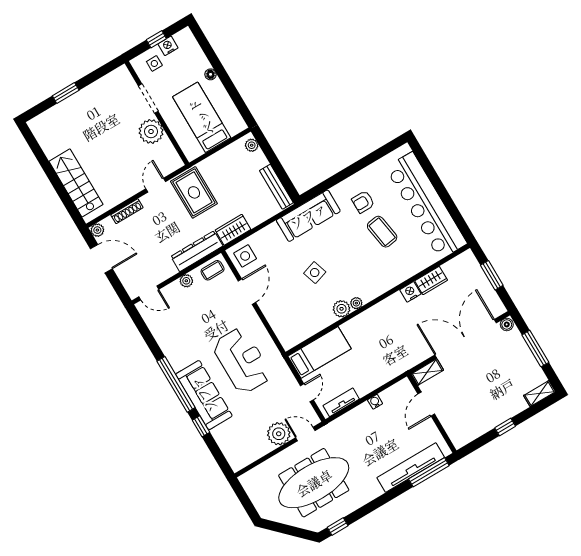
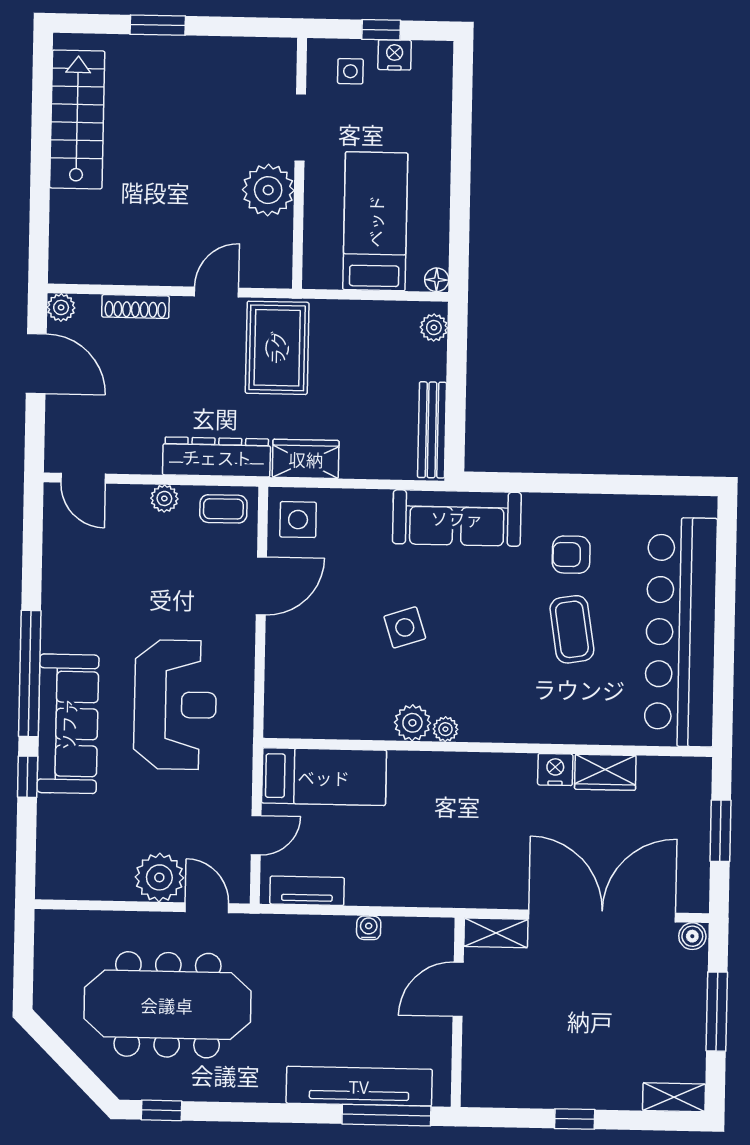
floor lamp: (211, 74) -> (437, 280), moved
stairs: (76, 183) -> (77, 119), moved

